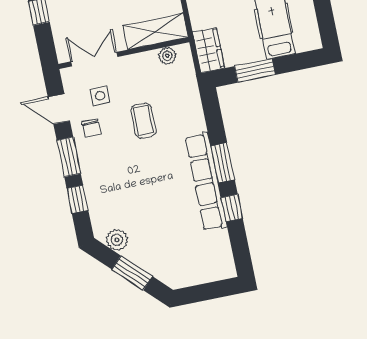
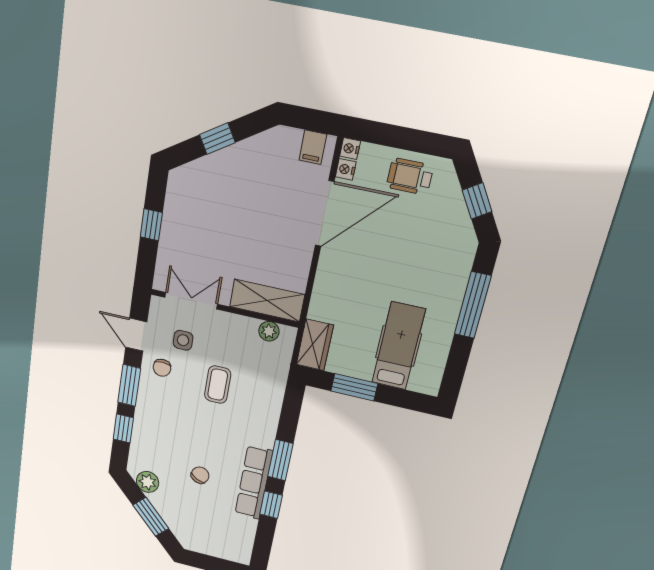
row of seats: (206, 182) -> (254, 482), width x0.73
chair: (160, 210) -> (200, 475), added

